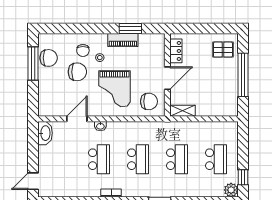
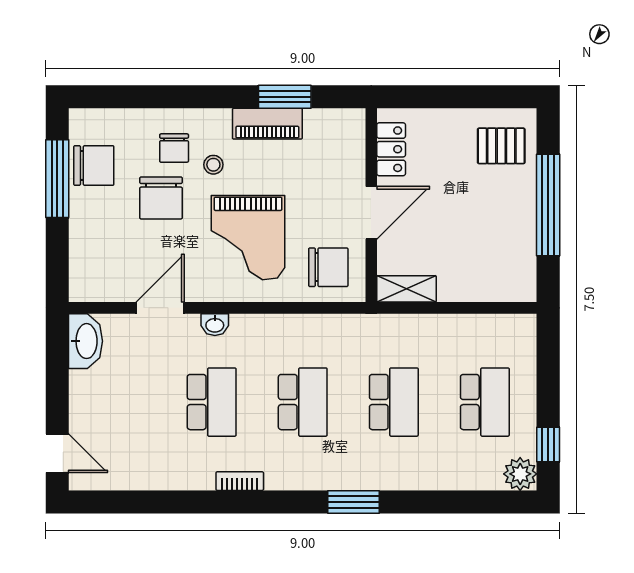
chair: (77, 72) -> (161, 198), turned 90
door: (33, 181) -> (57, 453), swing flipped

